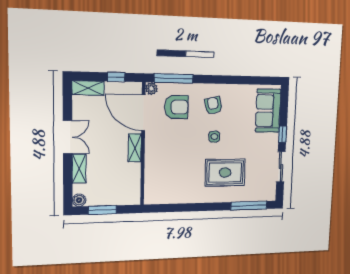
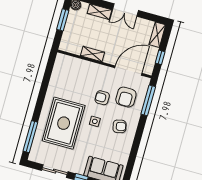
plant: (152, 89) -> (145, 82), removed
armchair: (184, 136) -> (102, 98), added
shelving: (135, 148) -> (92, 54), moved
rug: (225, 173) -> (64, 123), width x1.37, depth x1.44

